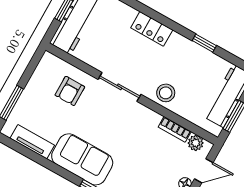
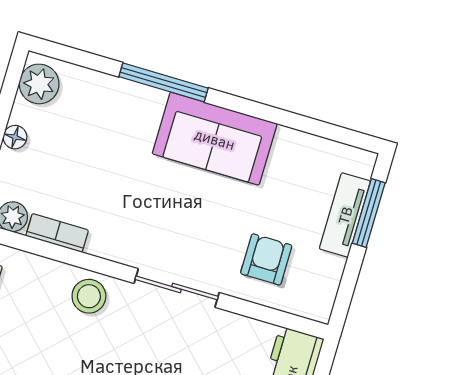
tv unit: (32, 142) -> (345, 215), moved, turned 90

